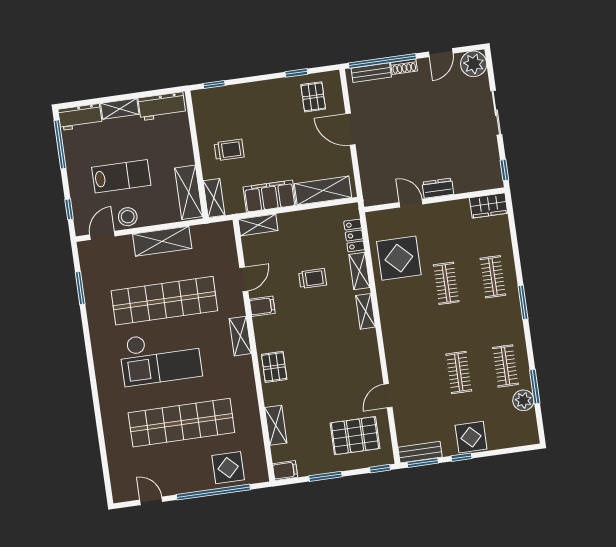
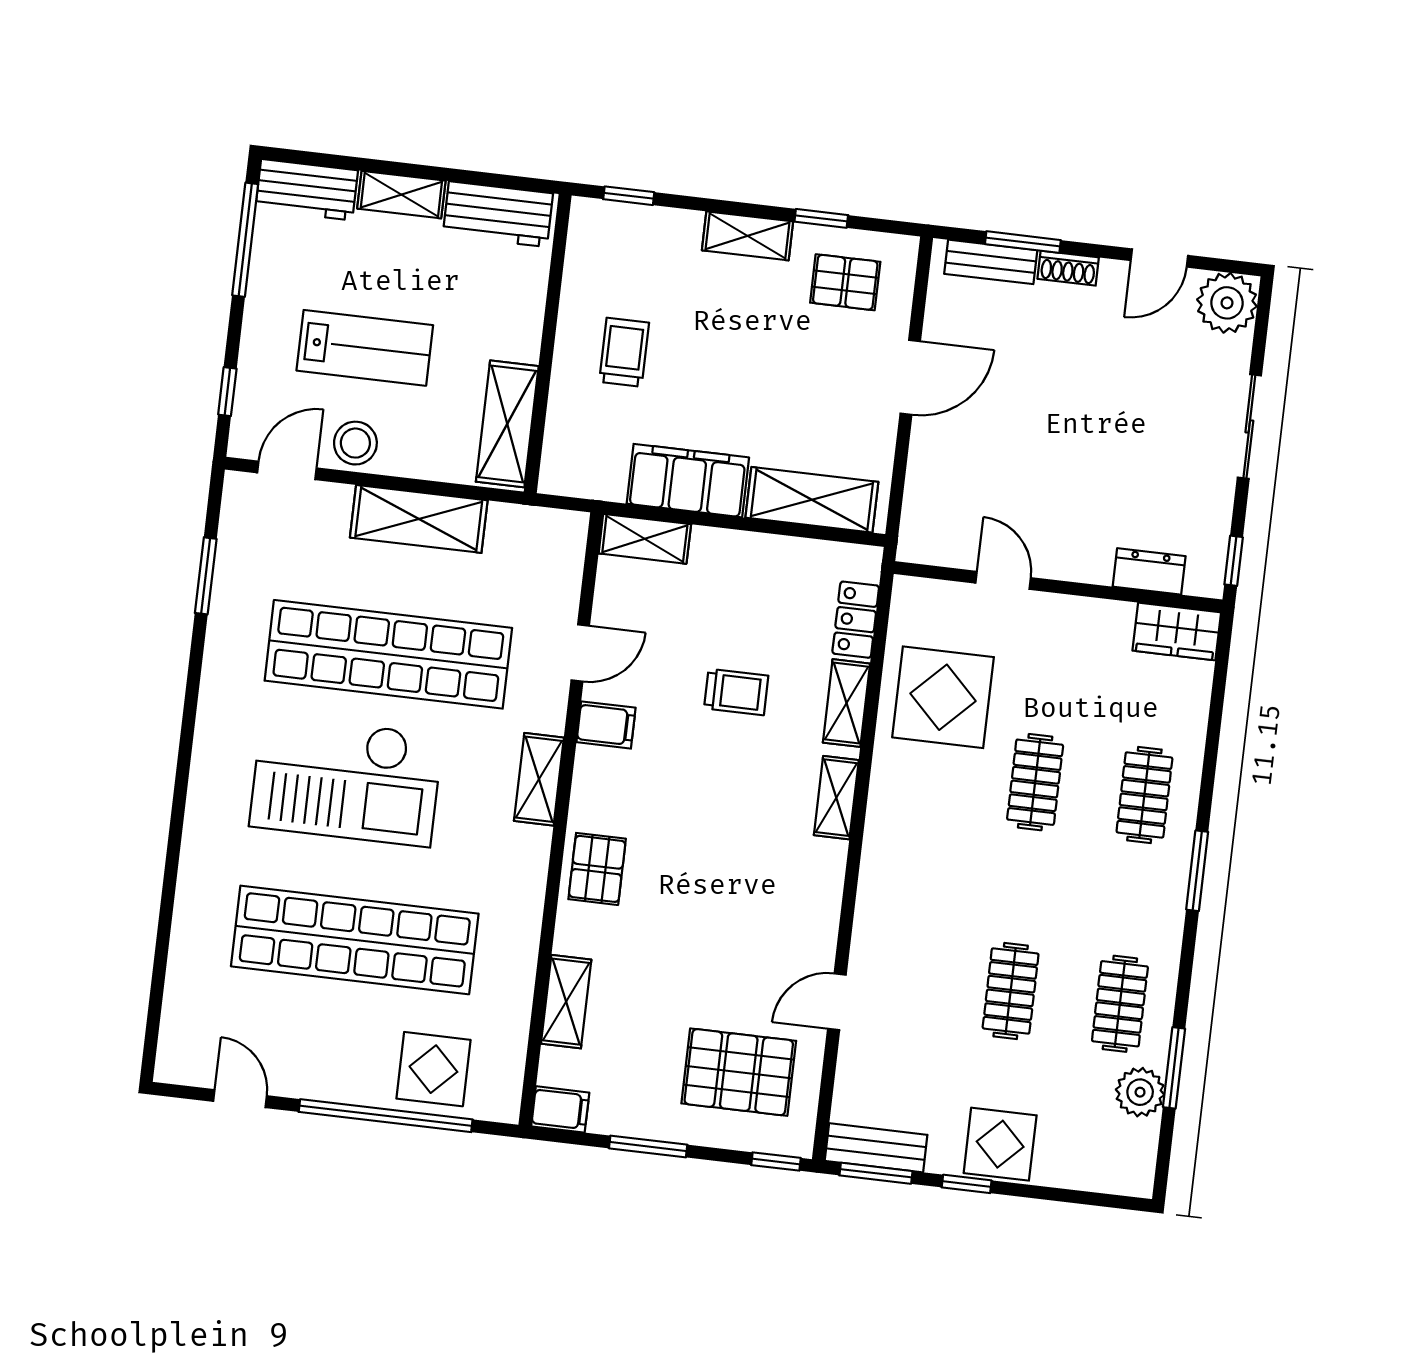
window: (382, 61) -> (1023, 242), width x0.47
pallet: (313, 97) -> (845, 282), turned 90
door: (350, 129) -> (910, 377), swing flipped
trolley: (229, 150) -> (624, 352), turned -90
dresser: (438, 188) -> (1149, 571), moved
shelving: (214, 198) -> (748, 236), moved, turned 90

